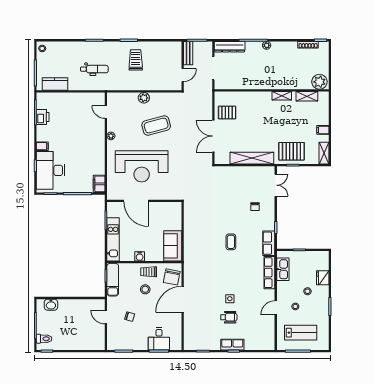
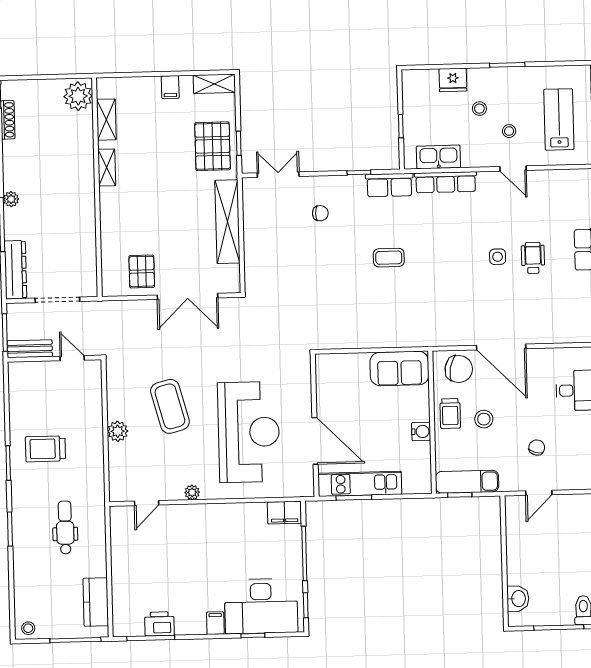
door: (136, 201) -> (315, 441), hinge flipped
kitchen unit: (113, 239) -> (360, 484), moved

